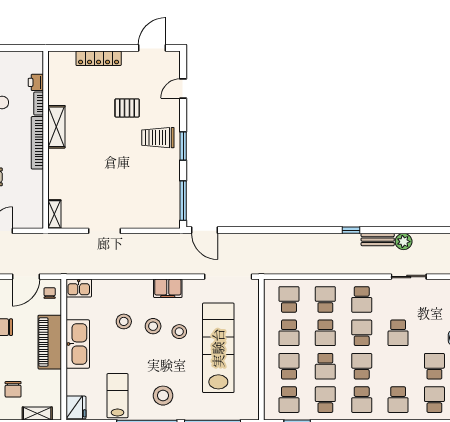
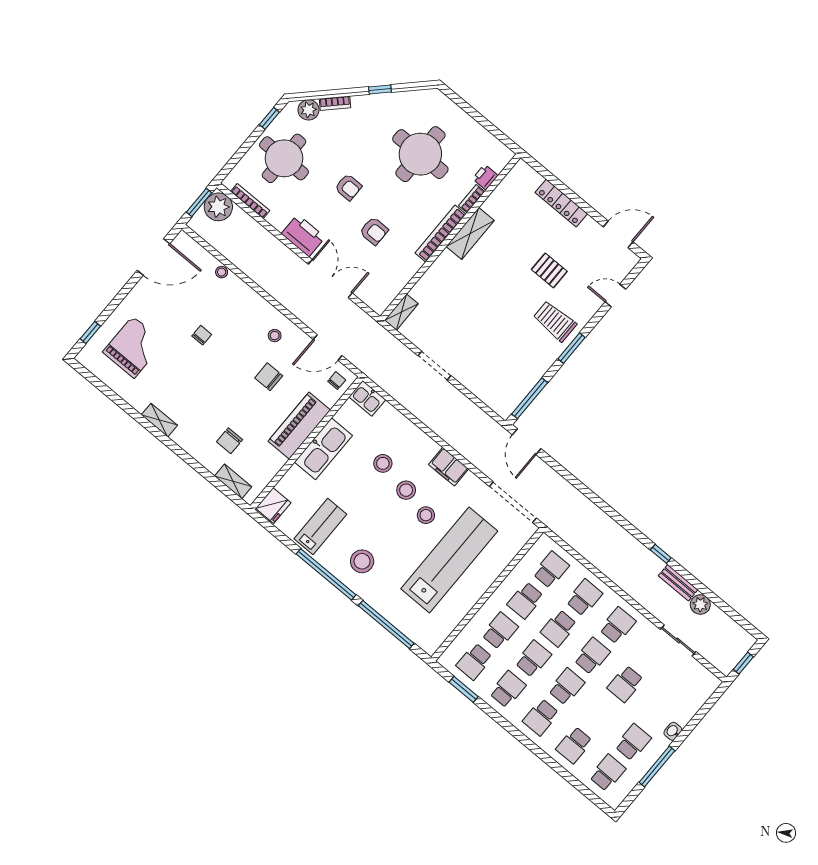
school desk: (362, 299) -> (618, 625), turned 180
school desk: (325, 366) -> (533, 659), turned 180

